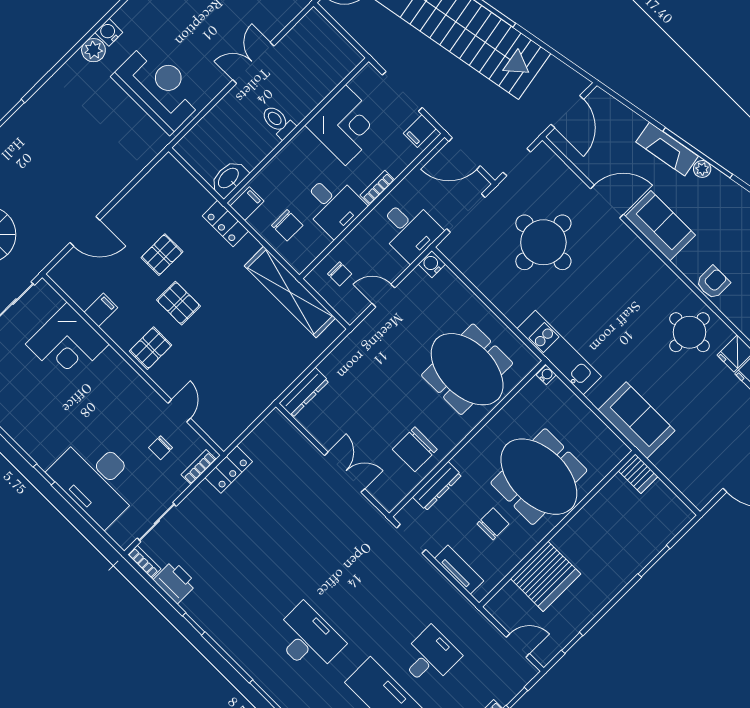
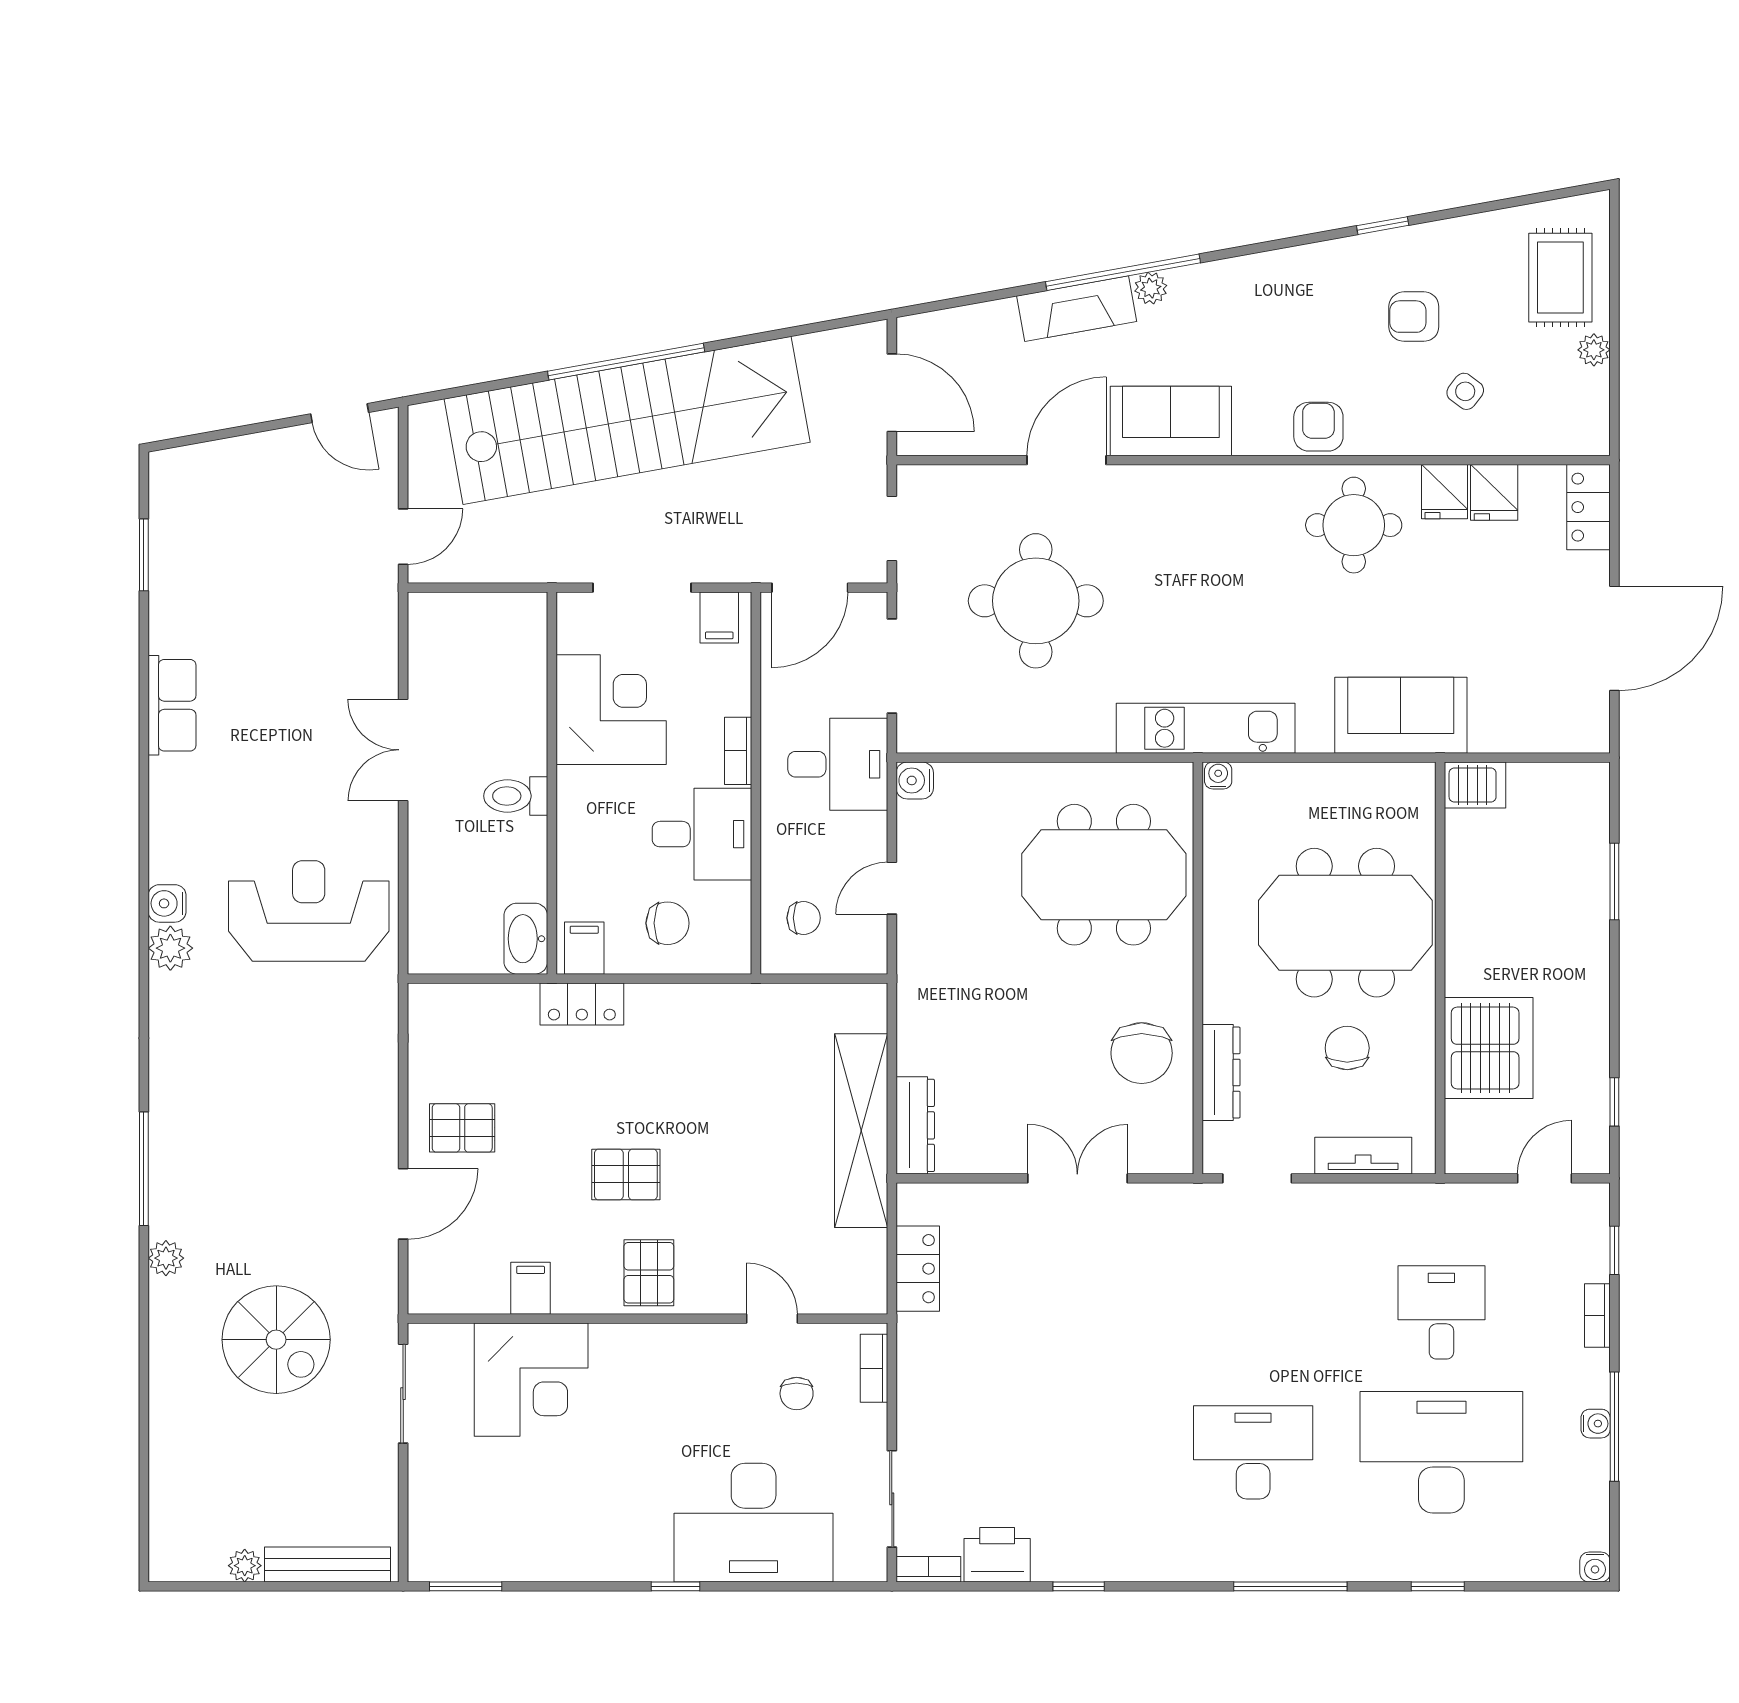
pallet: (162, 255) -> (462, 1128), moved, turned 90
shelving: (290, 292) -> (861, 1131), moved, turned 90
locker: (229, 469) -> (918, 1269), moved

